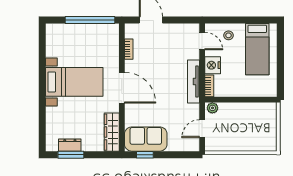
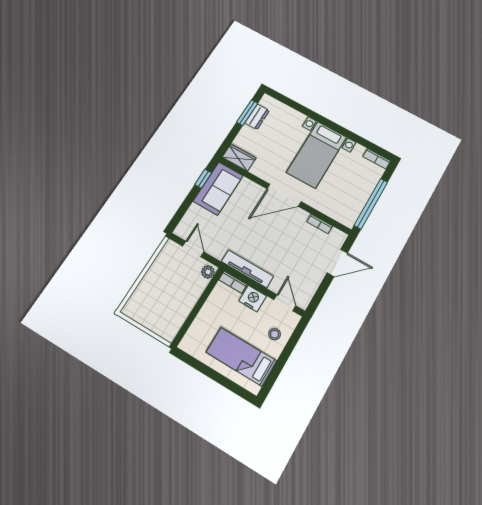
bookcase: (50, 35) -> (377, 159), added
door: (202, 41) -> (285, 303), swing flipped
wardrobe: (112, 132) -> (239, 157), width x0.67

